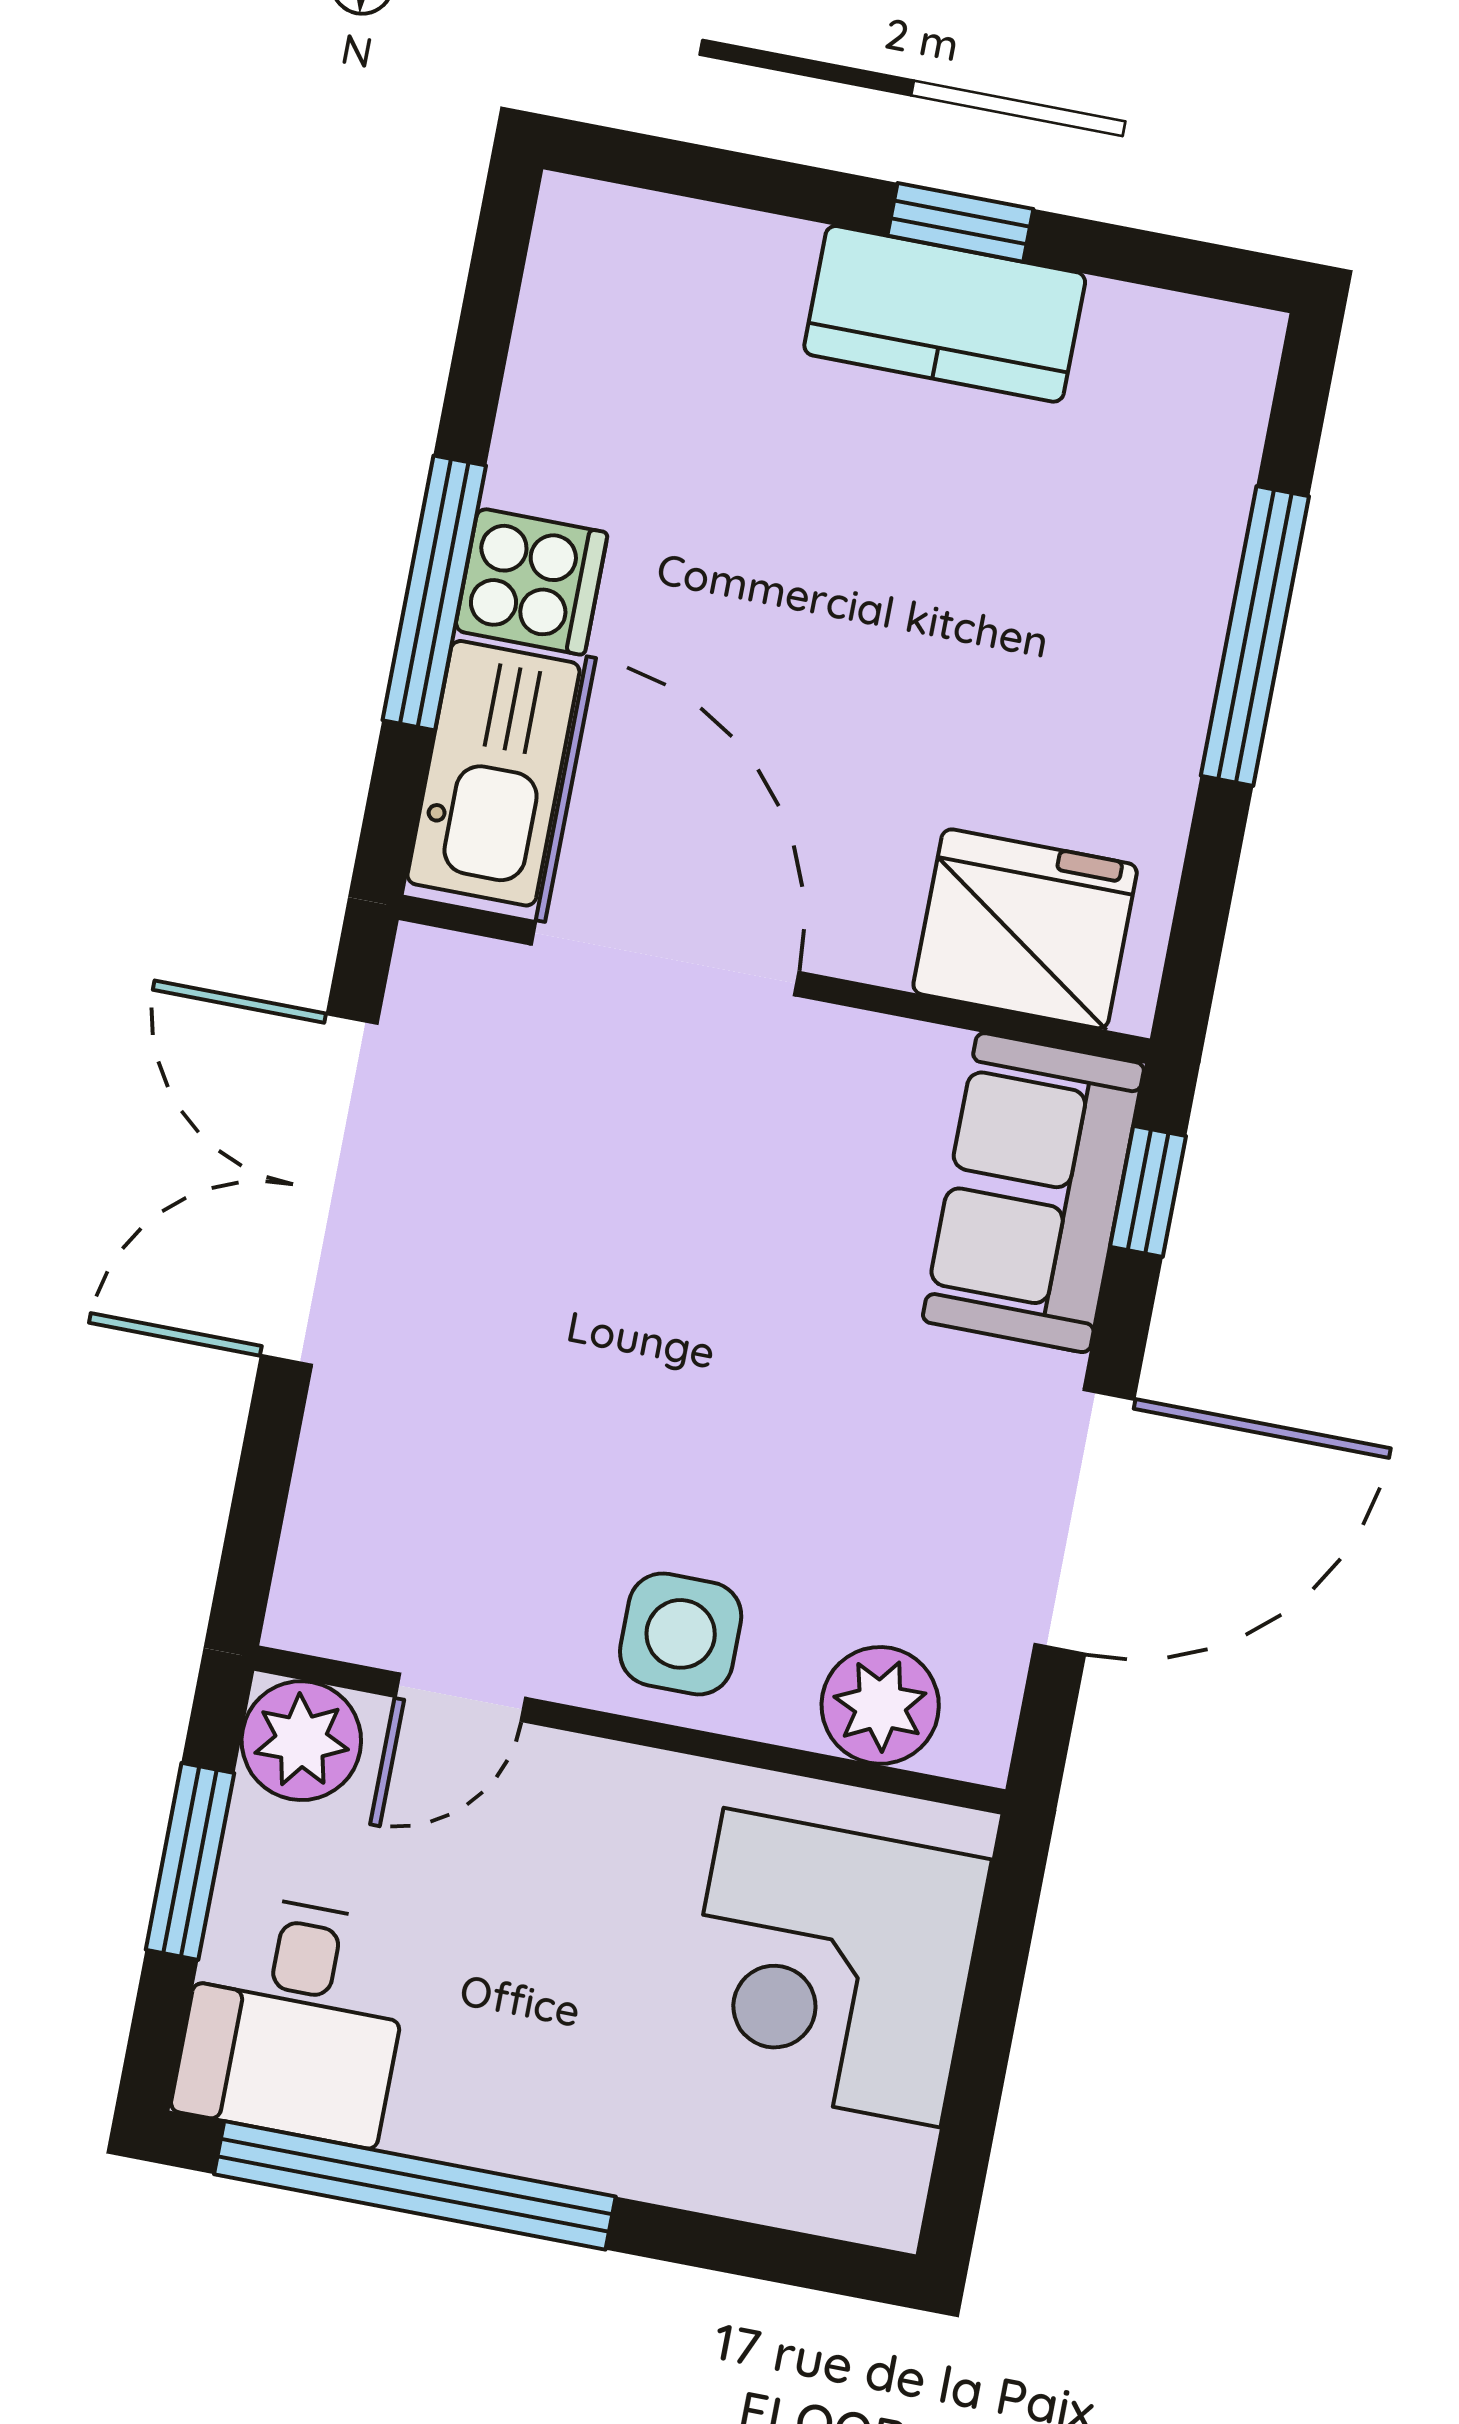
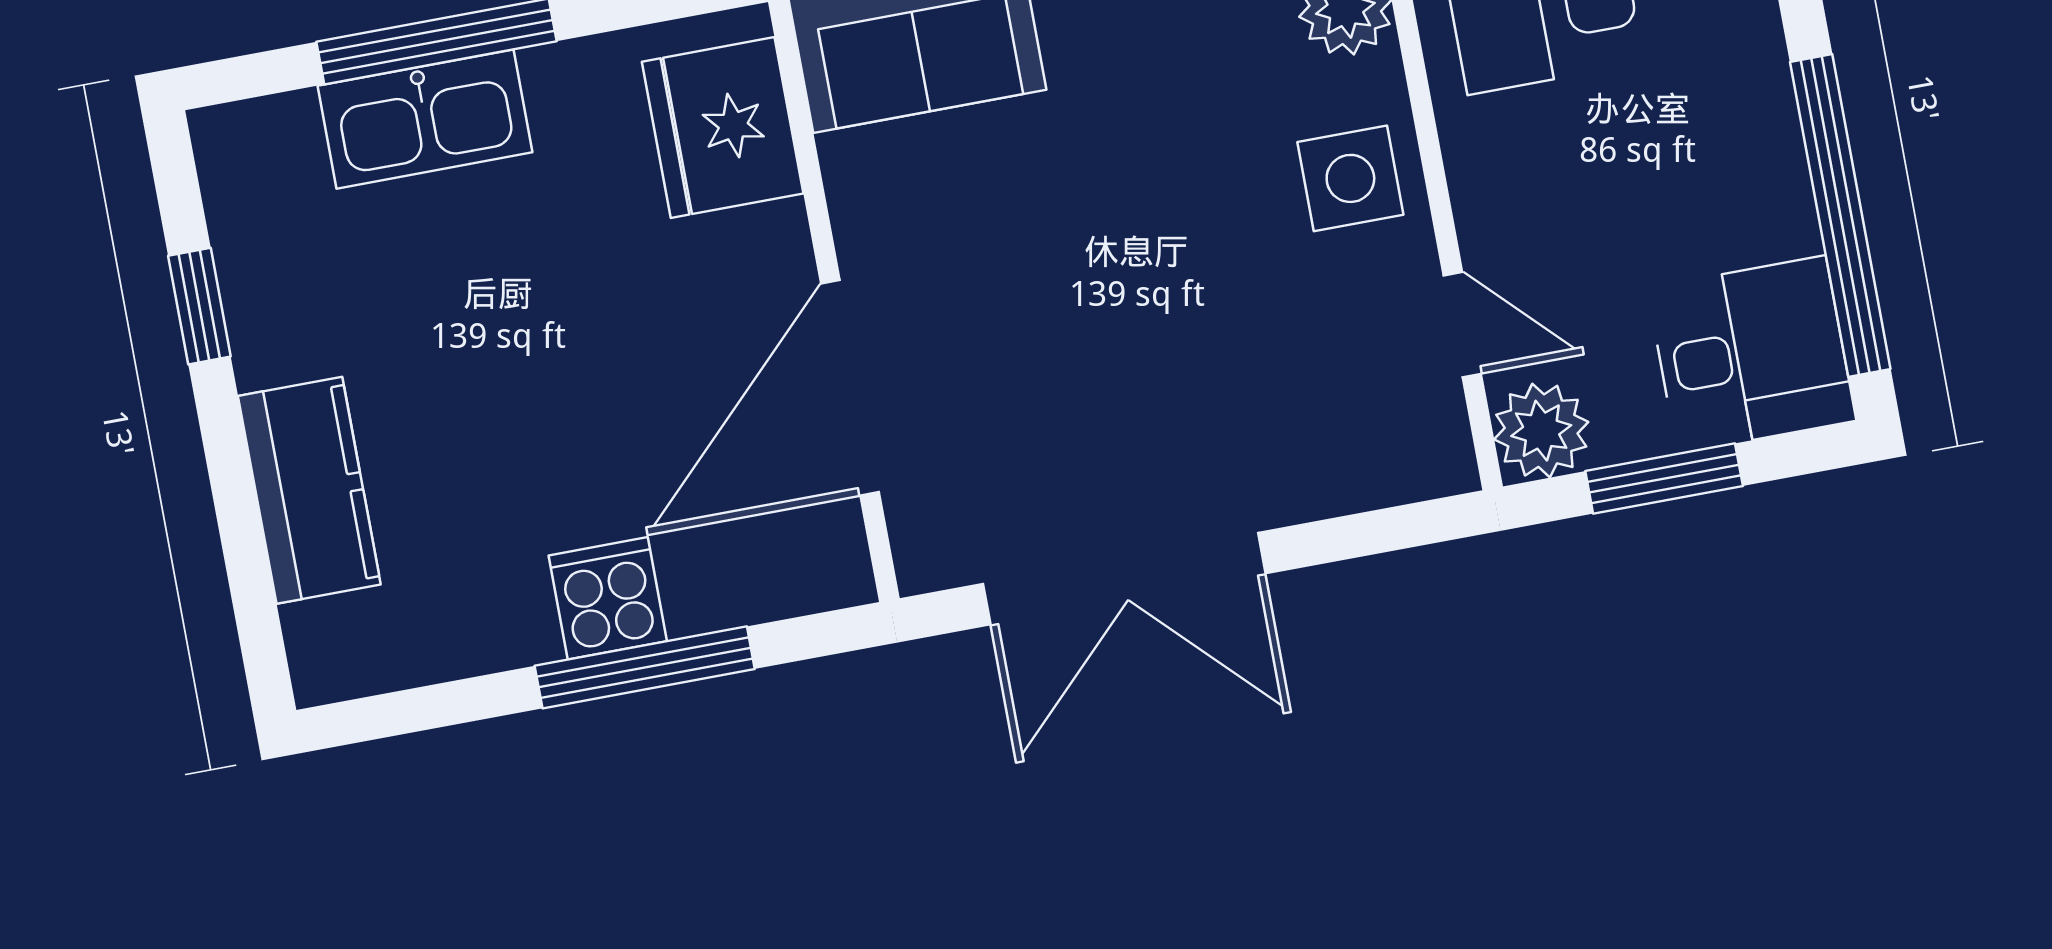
window: (960, 222) -> (199, 306), moved
kitchen counter: (945, 314) -> (309, 490), moved
kitchen sink: (493, 773) -> (425, 119), moved, turned 180

